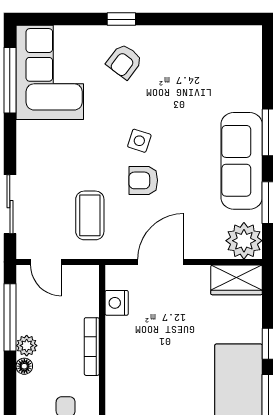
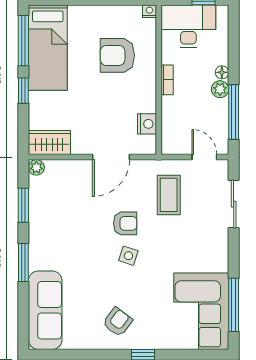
armchair: (124, 62) -> (117, 322), moved
sofa: (242, 161) -> (45, 310), moved
plant: (244, 241) -> (36, 167), width x0.53, depth x0.53
bookcase: (92, 347) -> (167, 80), width x0.64
armchair: (153, 387) -> (117, 55), added

